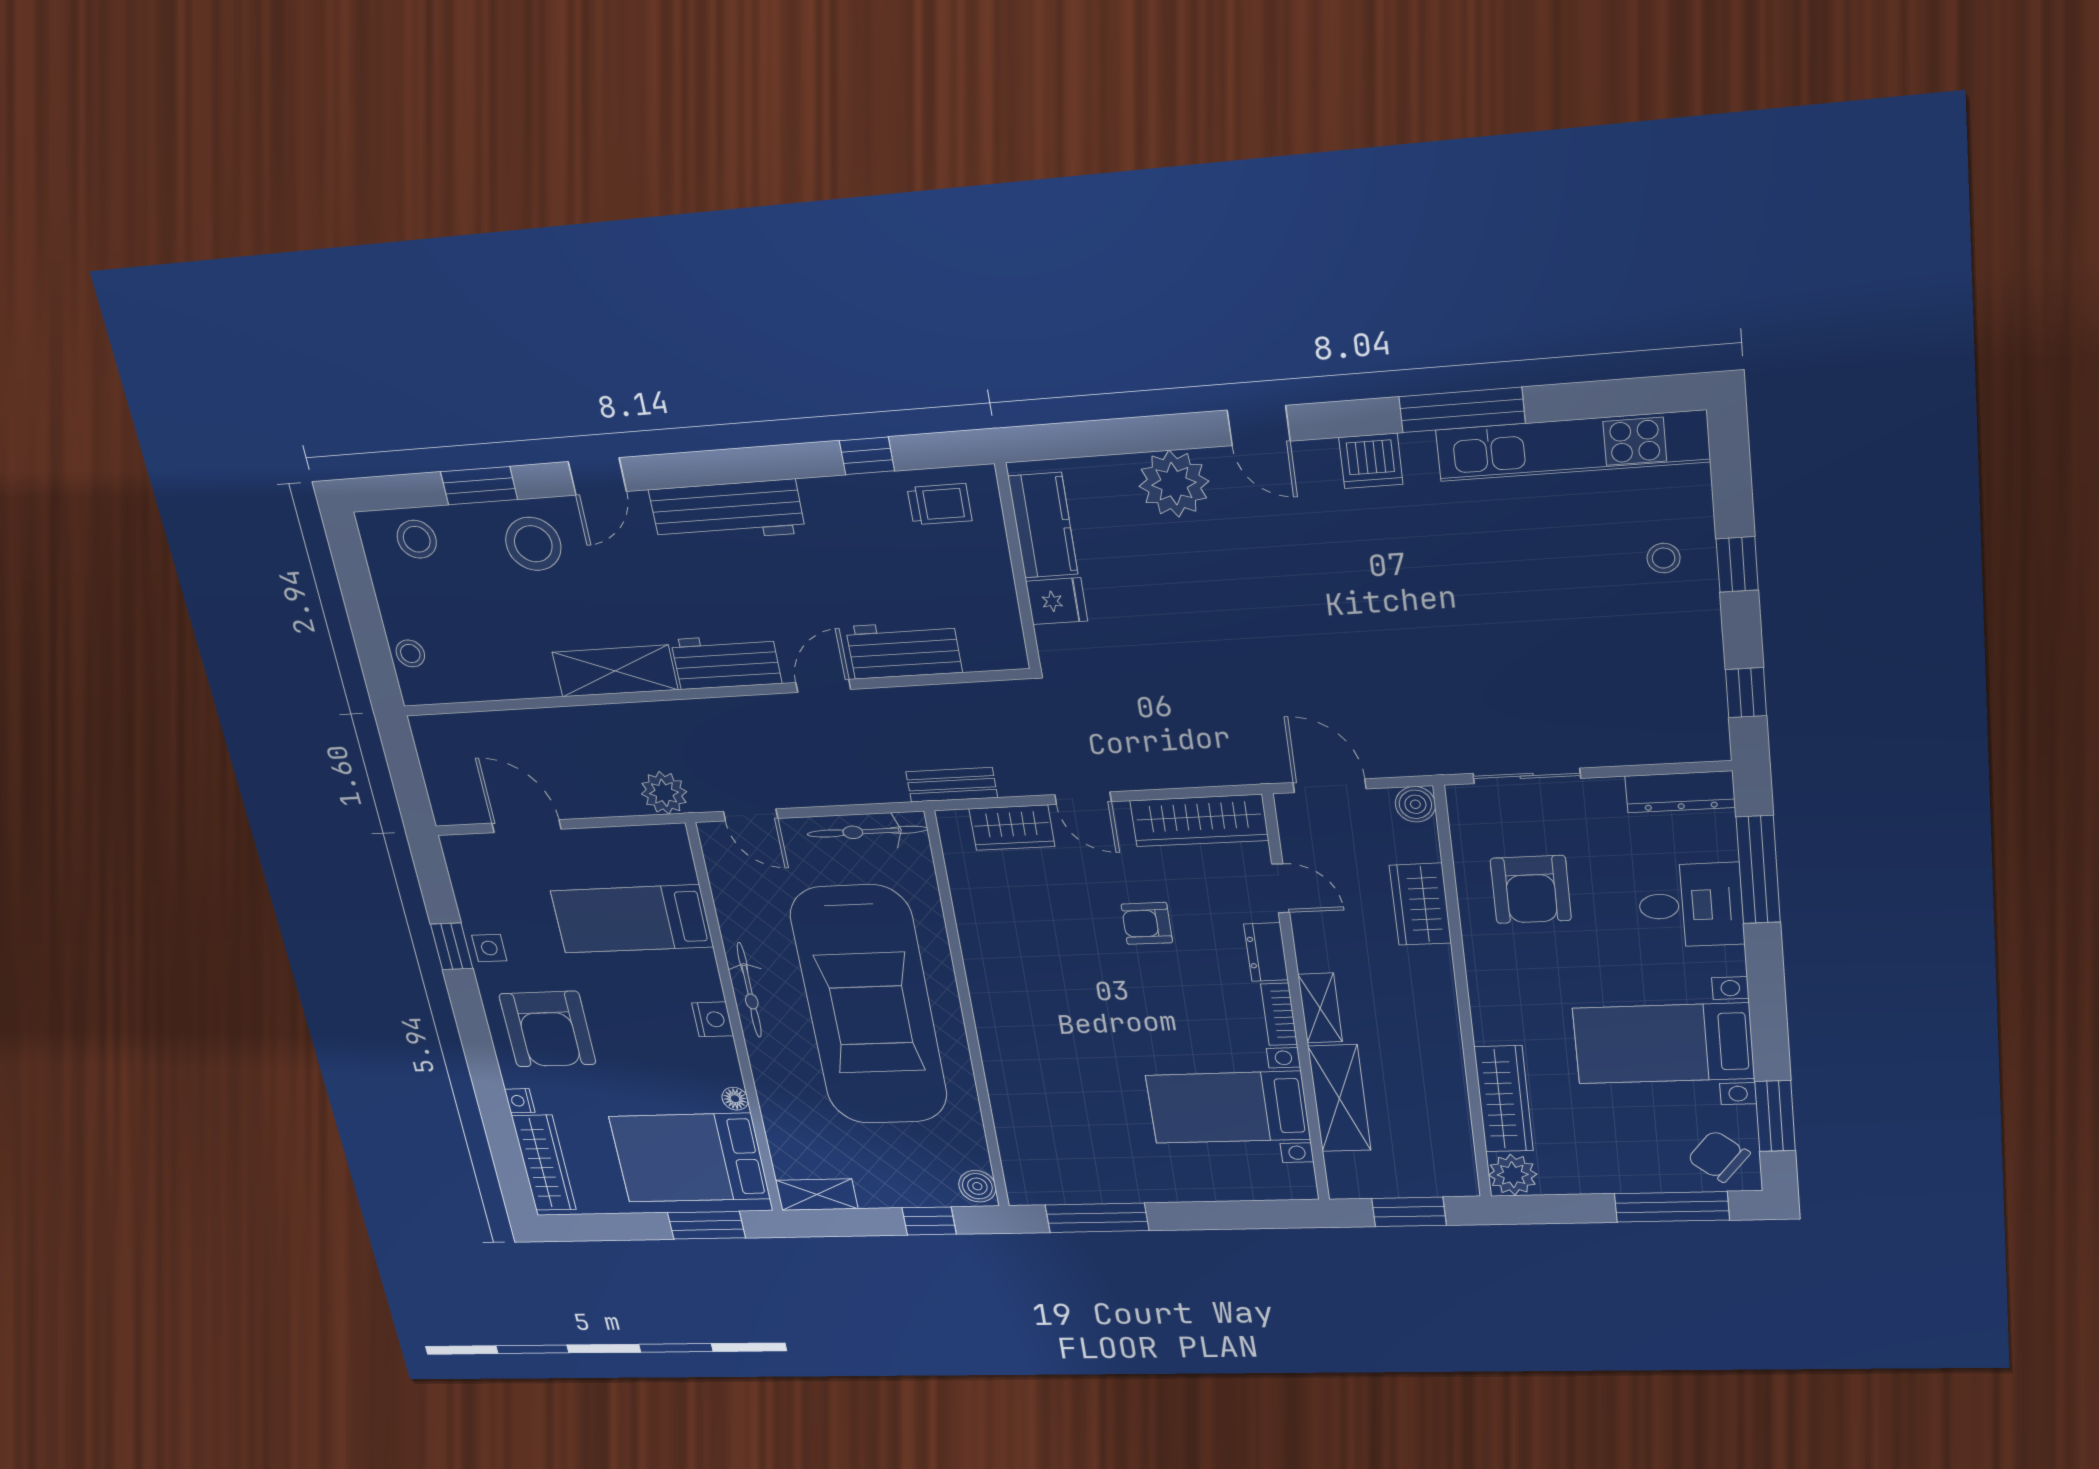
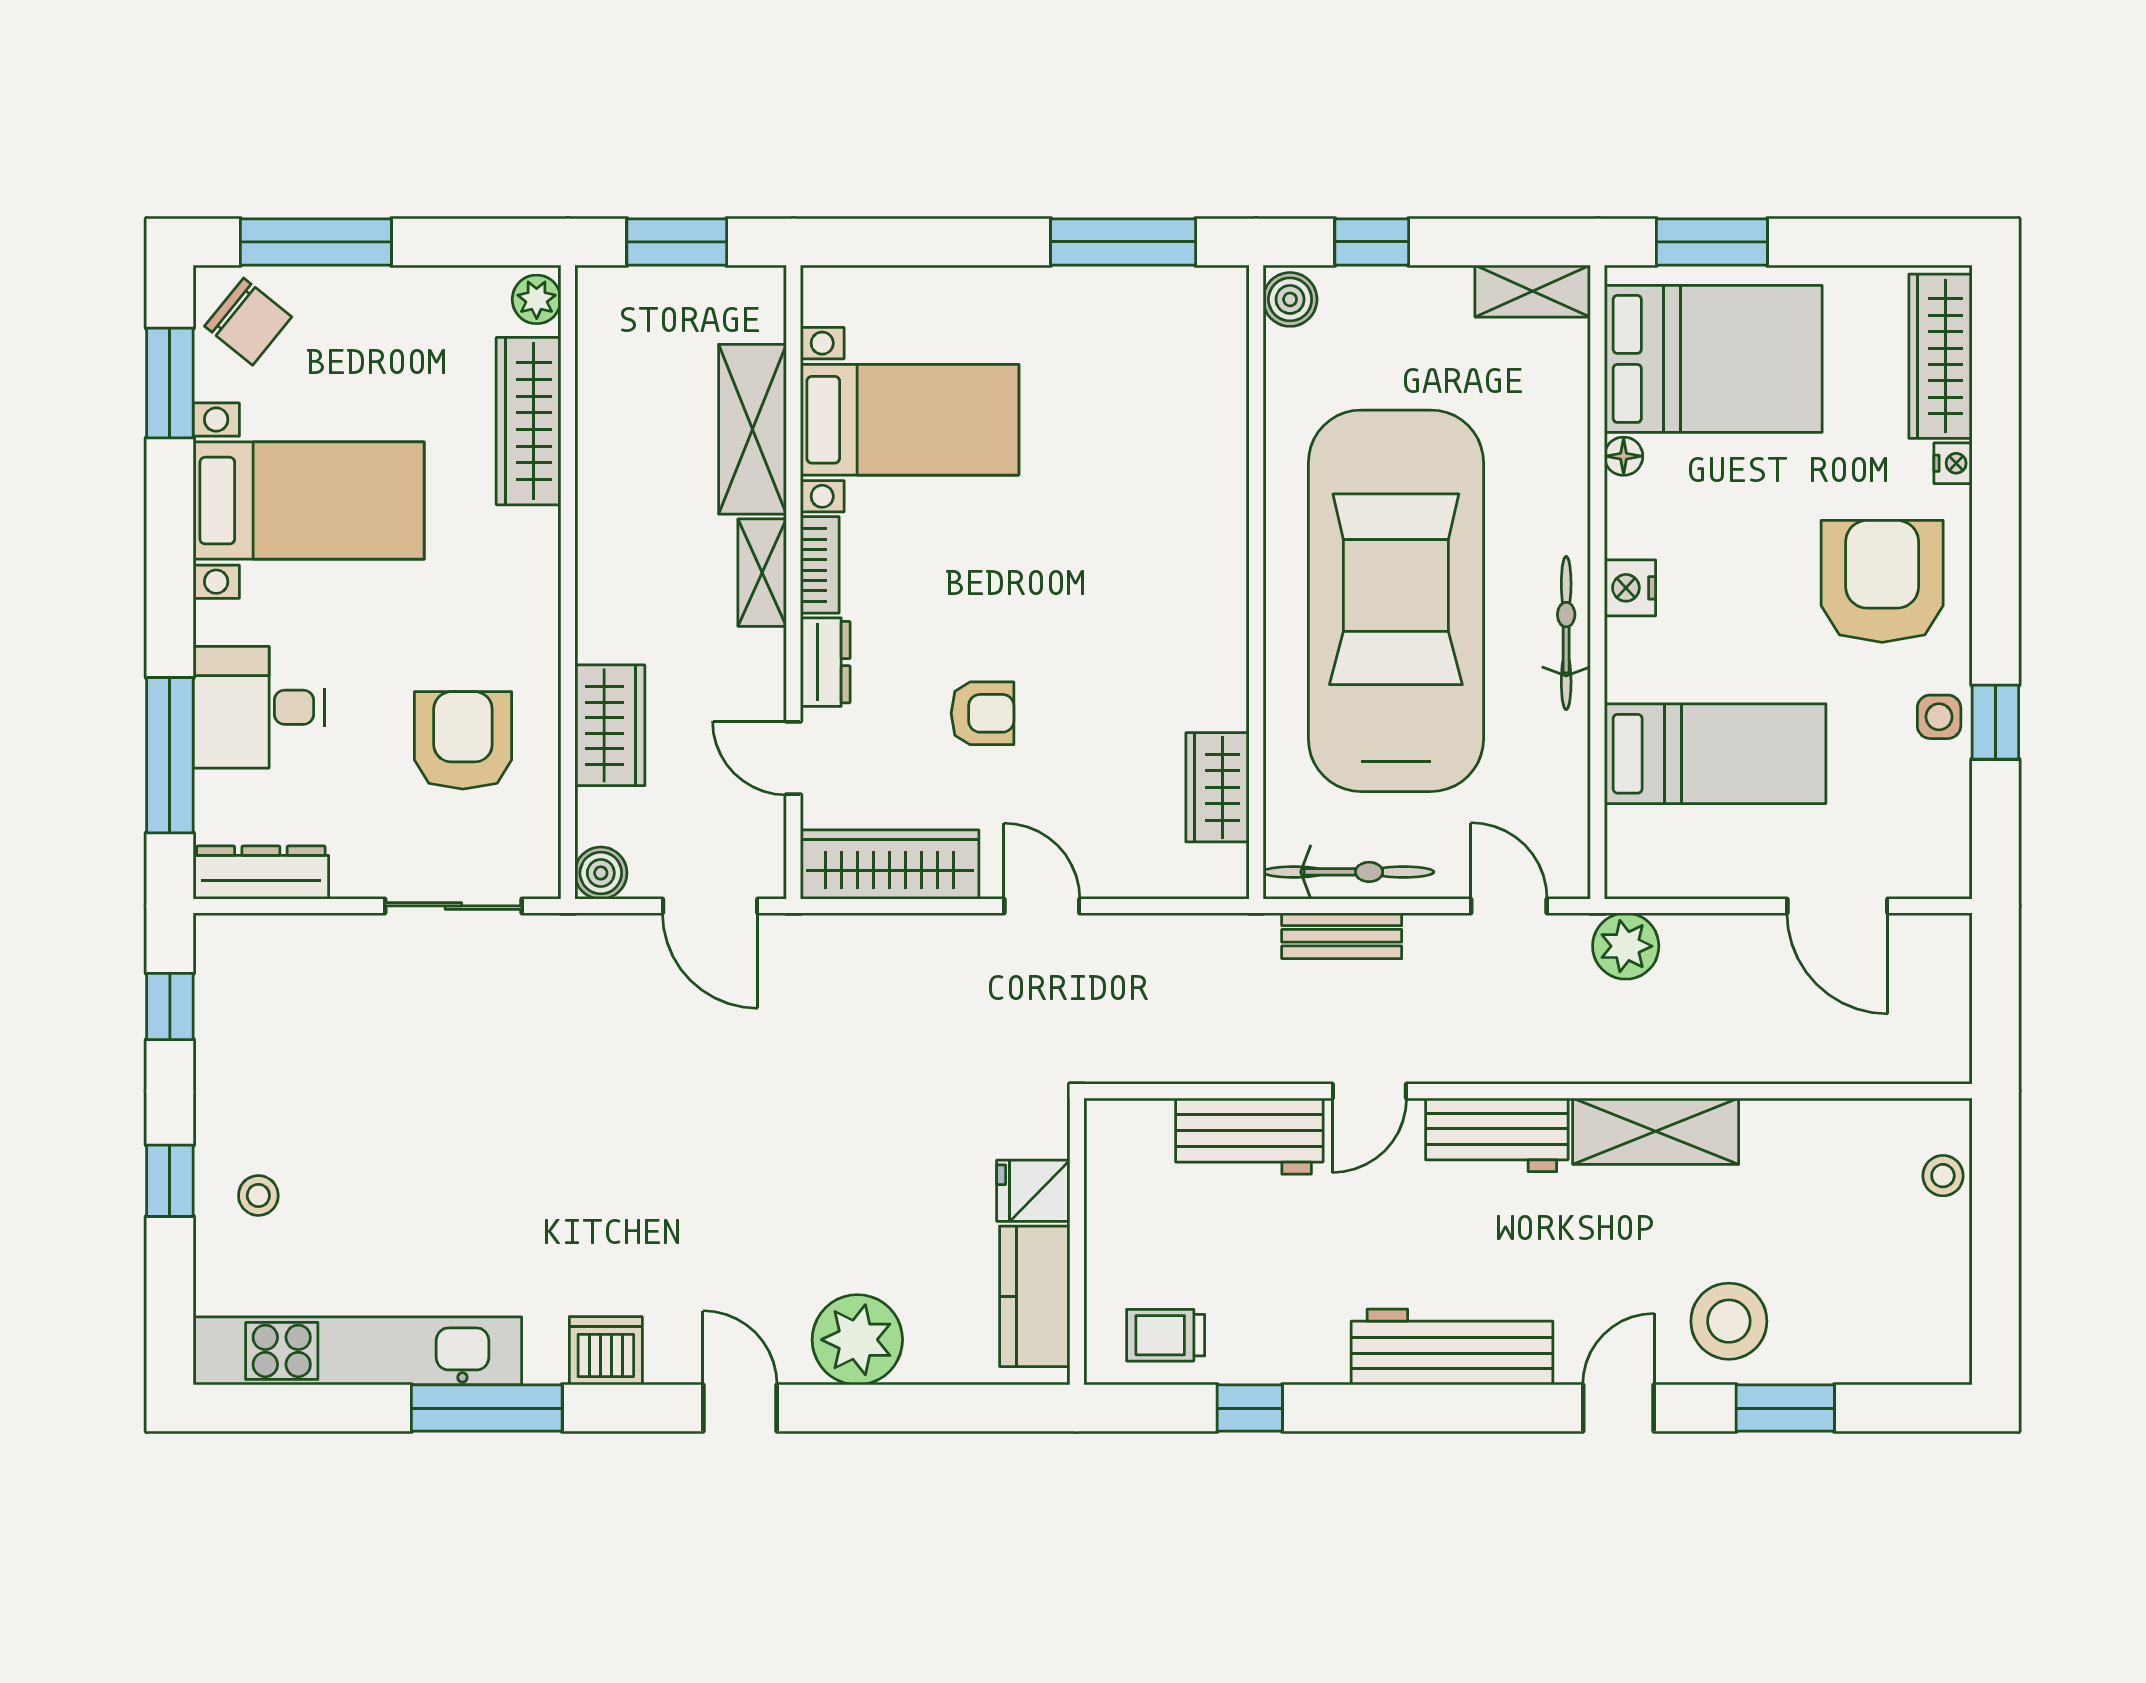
stool: (417, 539) -> (1892, 1340), removed
bench: (952, 785) -> (1342, 936), moved
wardrobe: (1012, 828) -> (1218, 787), moved, turned -90
plant: (1513, 1175) -> (537, 299), width x0.73, depth x0.73

